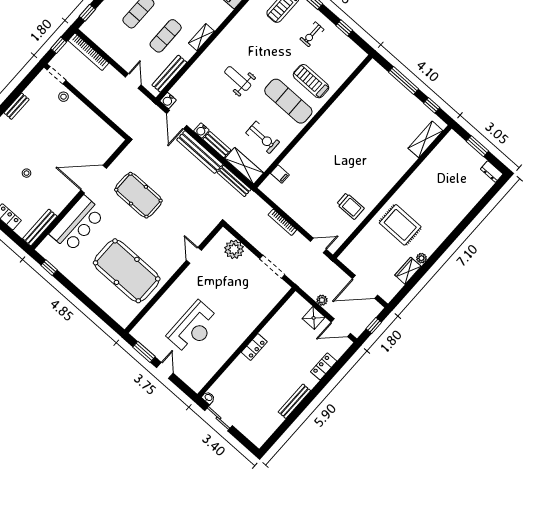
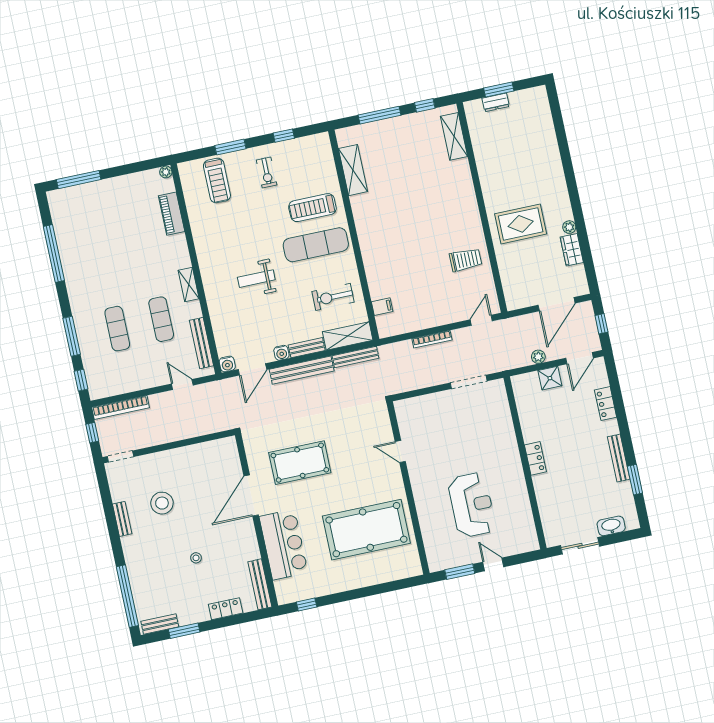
shelving: (355, 90) -> (353, 170), added
stool: (63, 97) -> (162, 503), moved, width x1.89, depth x1.89
door: (177, 120) -> (252, 369), hinge flipped
exercise bike: (263, 137) -> (333, 297), turned 180
dresser: (492, 172) -> (496, 102), moved
plant: (234, 249) -> (424, 407), removed
washbasin: (208, 398) -> (611, 526), moved, width x1.91, depth x1.45
window: (288, 422) -> (635, 480), added

